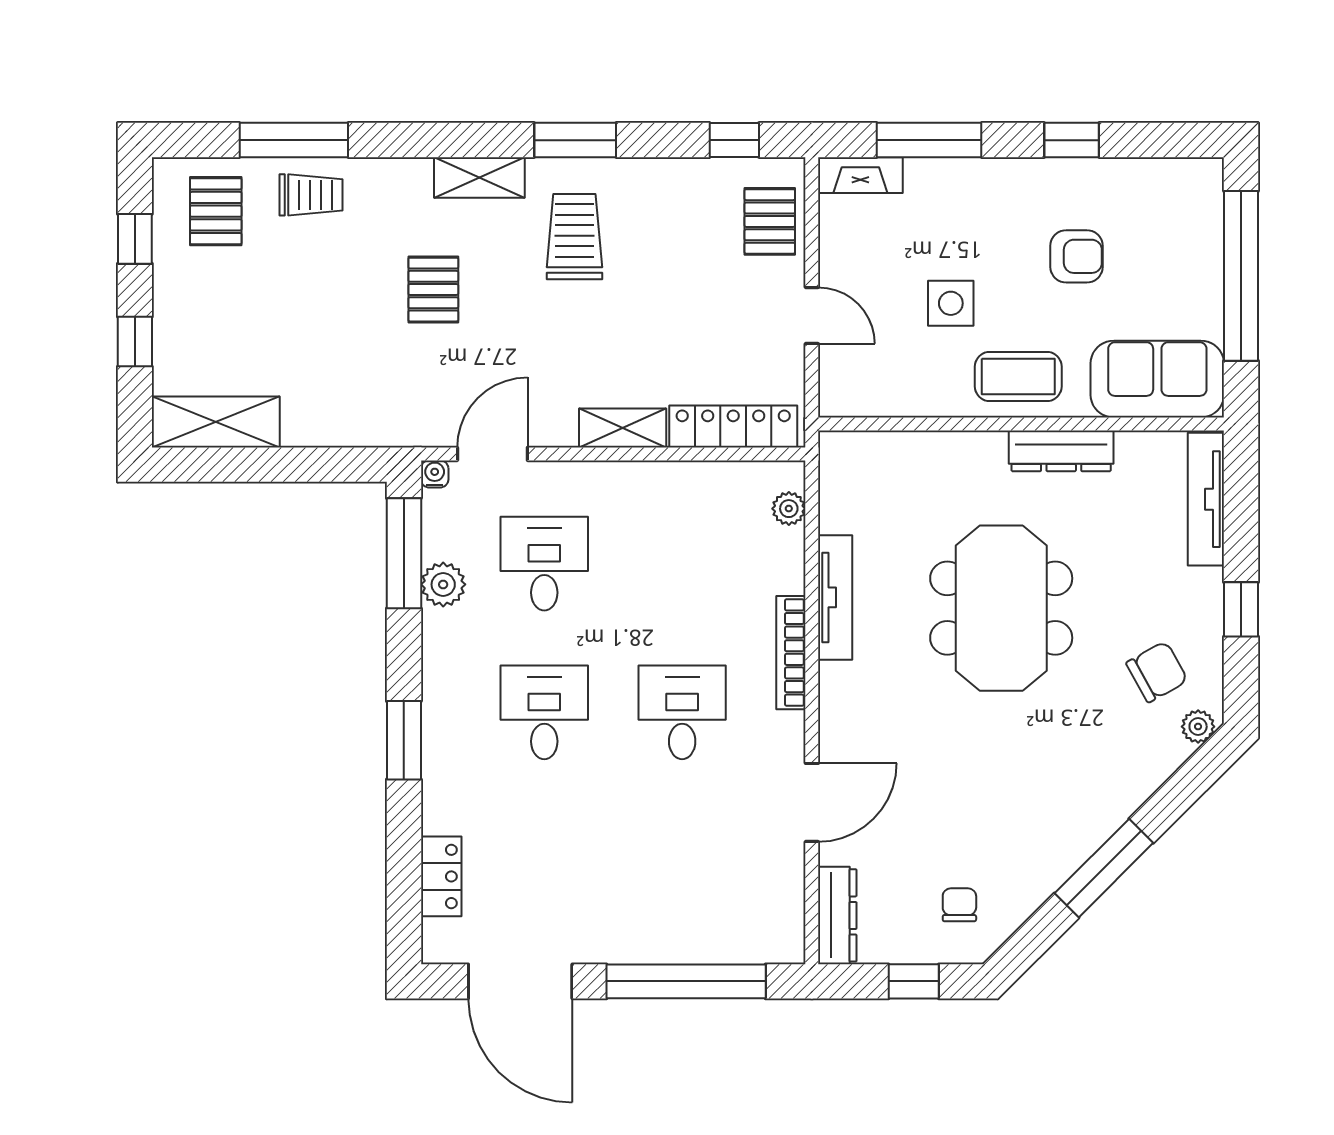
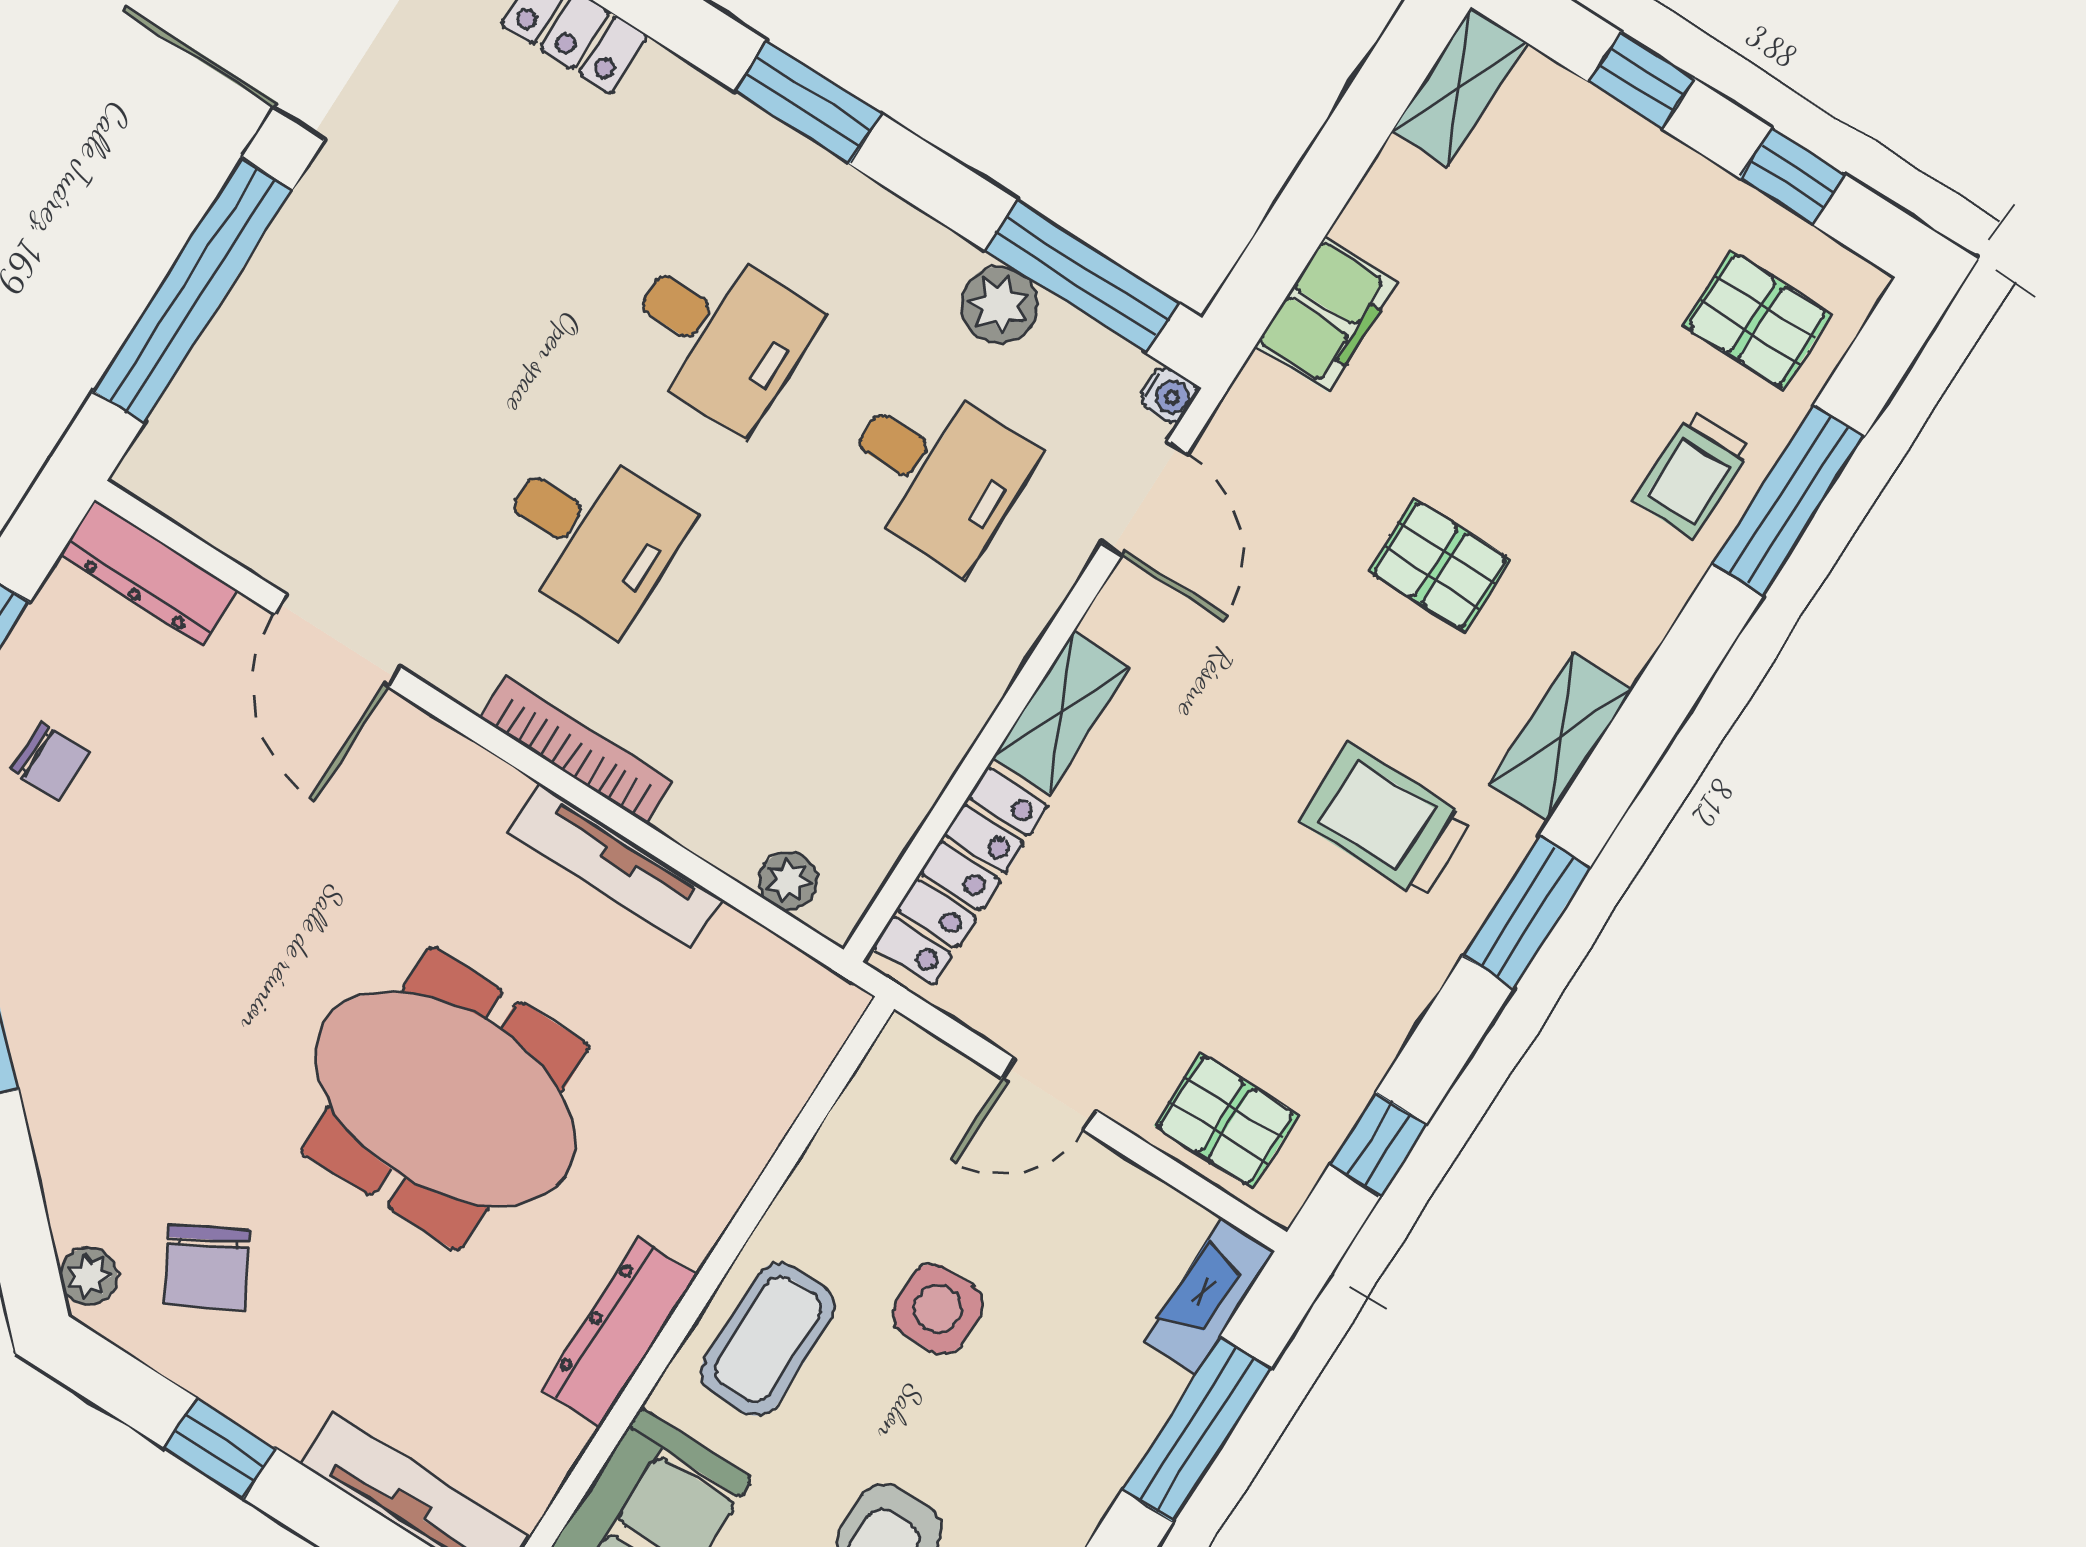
trolley: (574, 237) -> (1386, 821), turned 180
shelving: (216, 422) -> (1459, 87), width x0.67, depth x0.75
filing cabinet: (346, 423) -> (1326, 314), added

